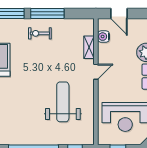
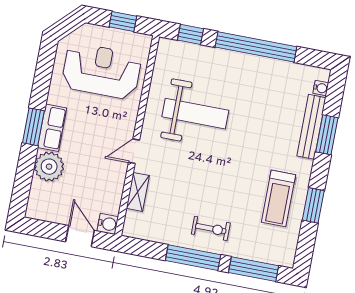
water cooler: (104, 37) -> (108, 224), moved
weight bench: (63, 102) -> (195, 114), turned -90

